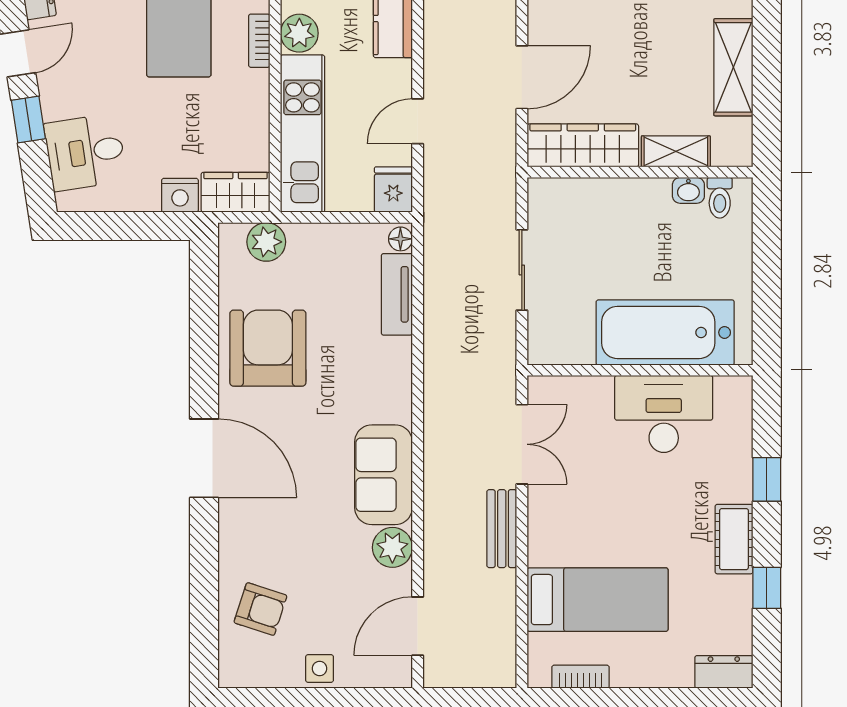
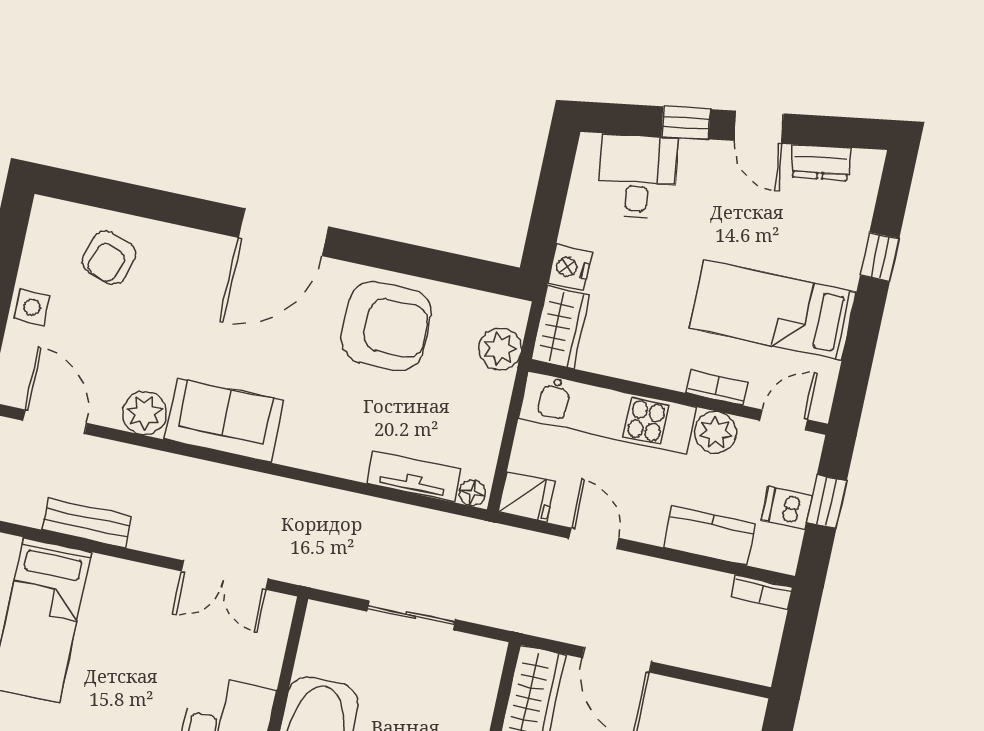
bench: (502, 529) -> (87, 523), moved

